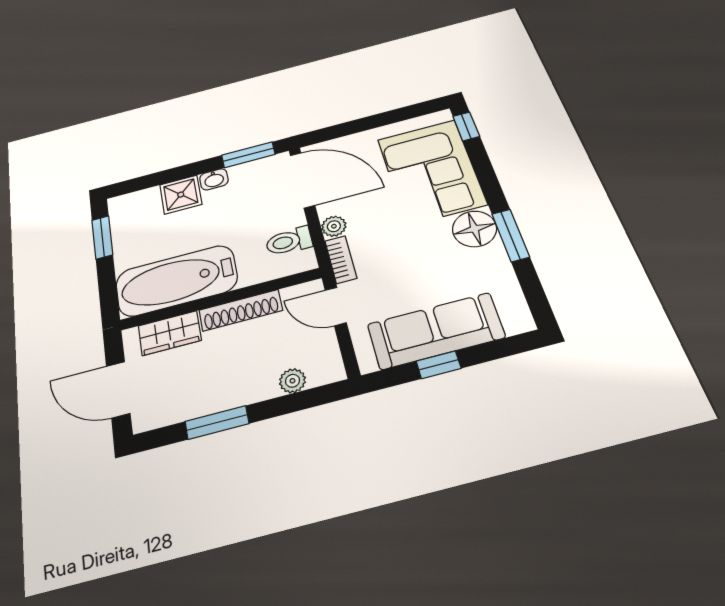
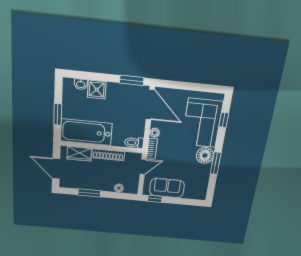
window: (466, 126) -> (224, 120), moved
washbasin: (214, 179) -> (81, 84), moved
window: (102, 237) -> (58, 114), moved
toilet: (289, 241) -> (134, 143), moved
door: (336, 306) -> (143, 167), swing flipped
sofa: (436, 331) -> (167, 188), width x0.73
window: (439, 365) -> (155, 199), moved

